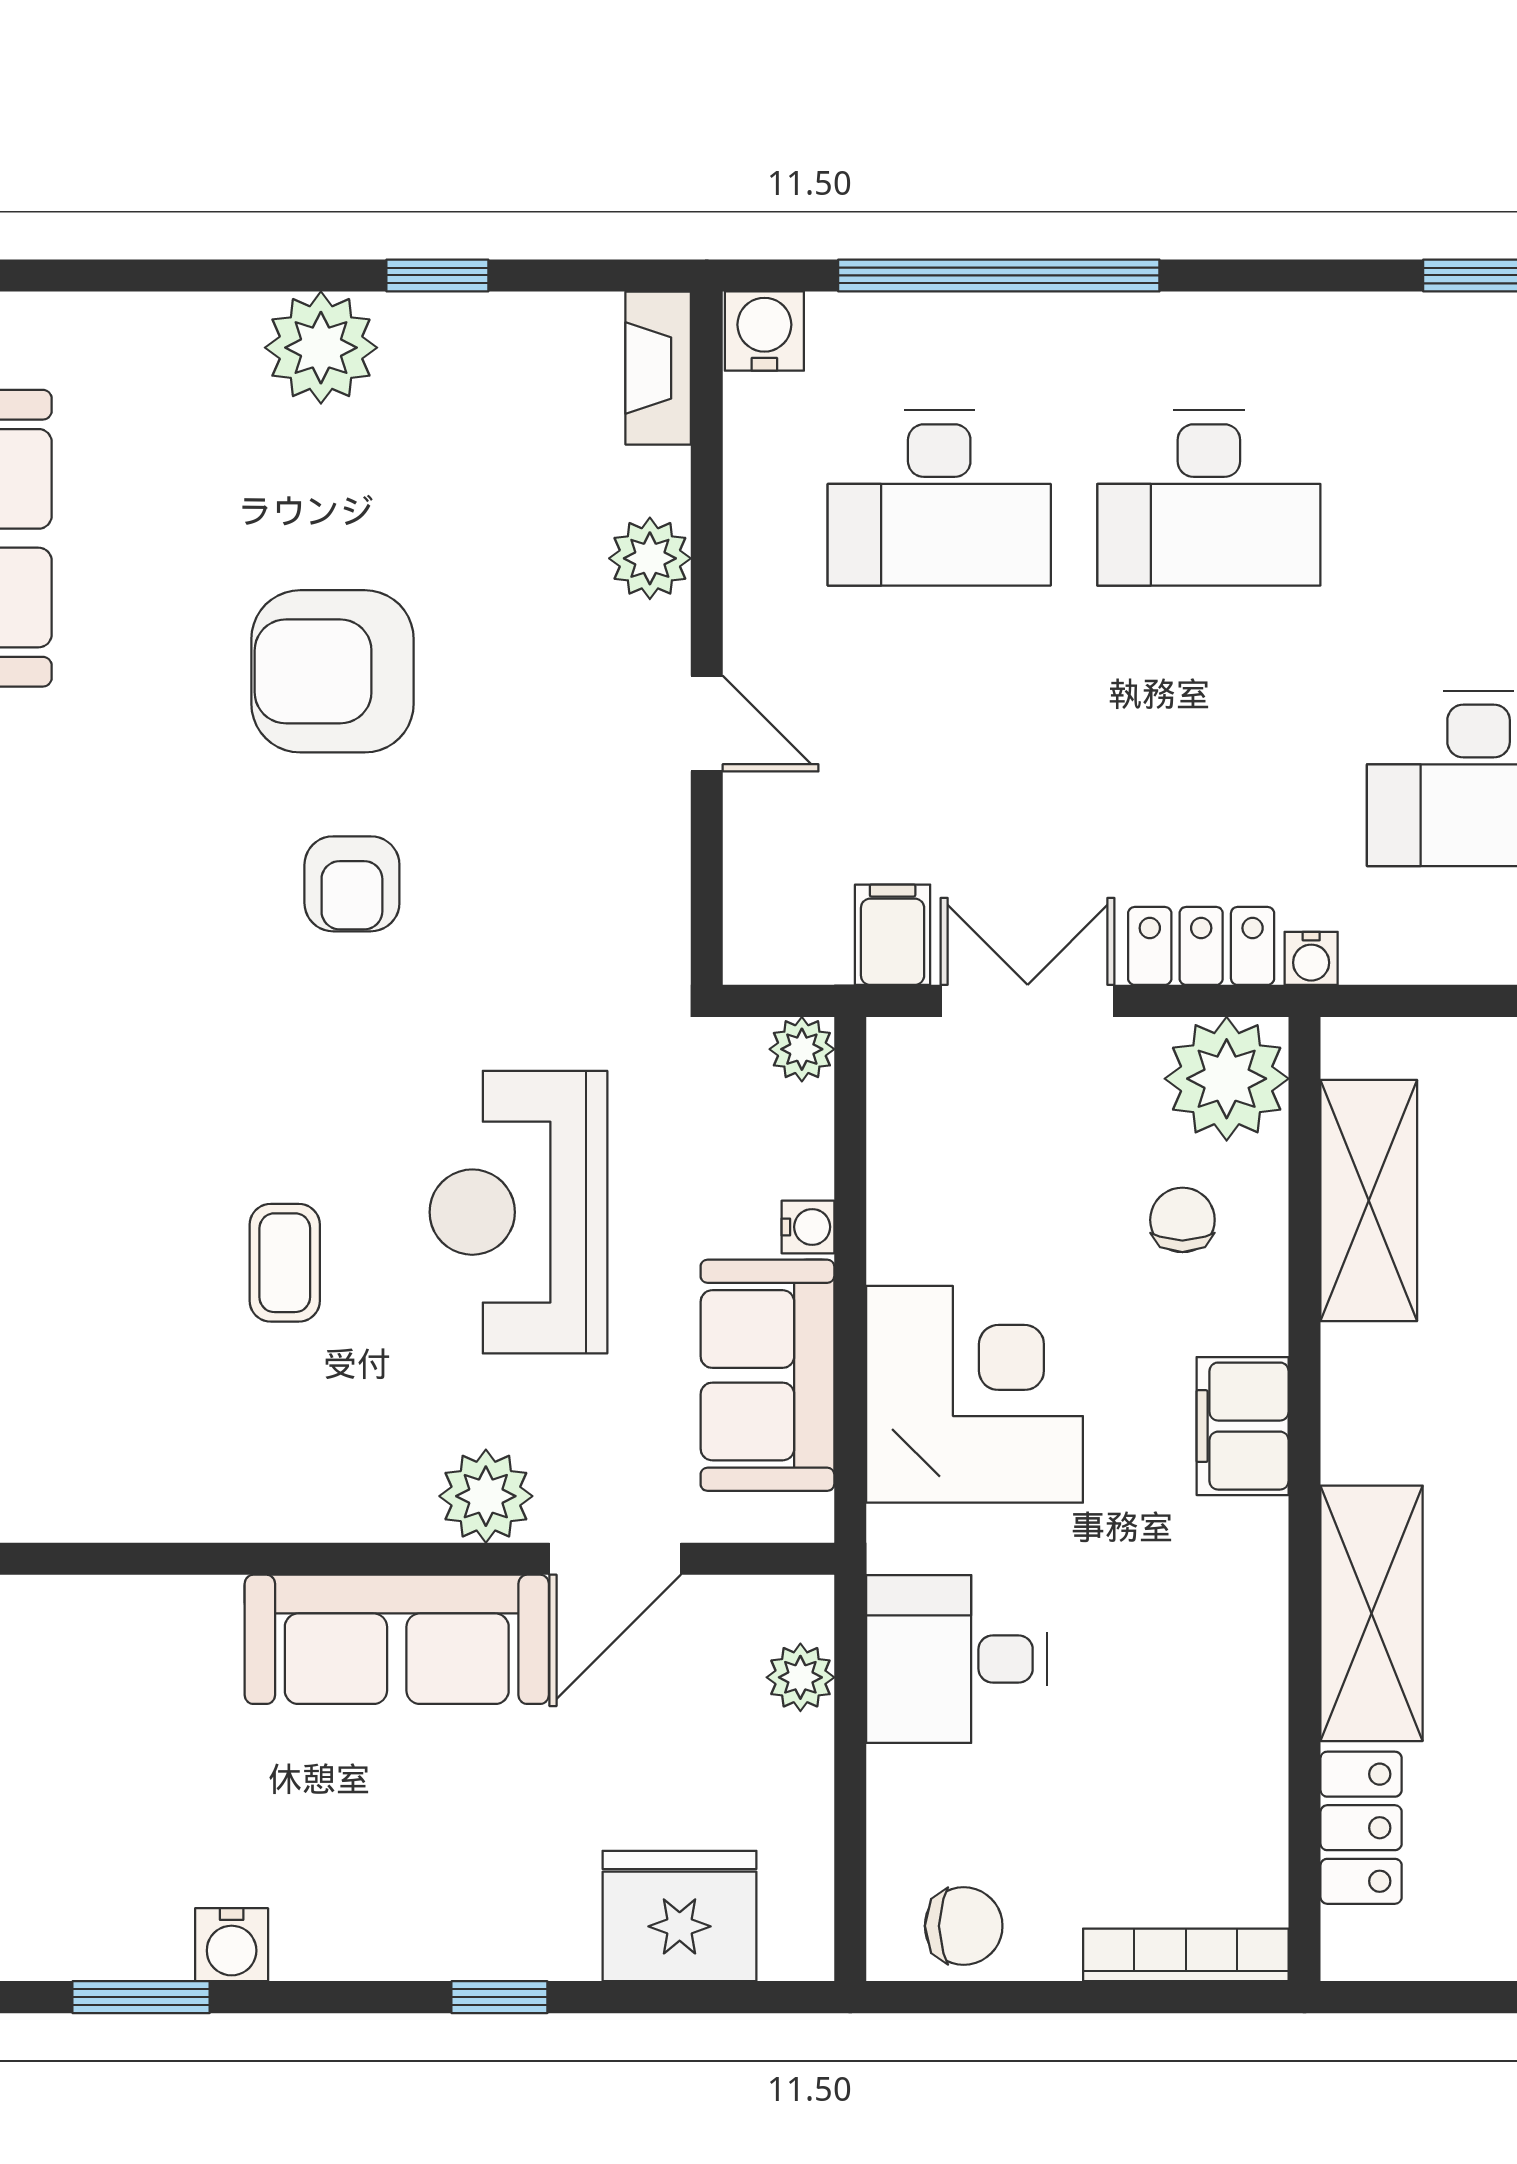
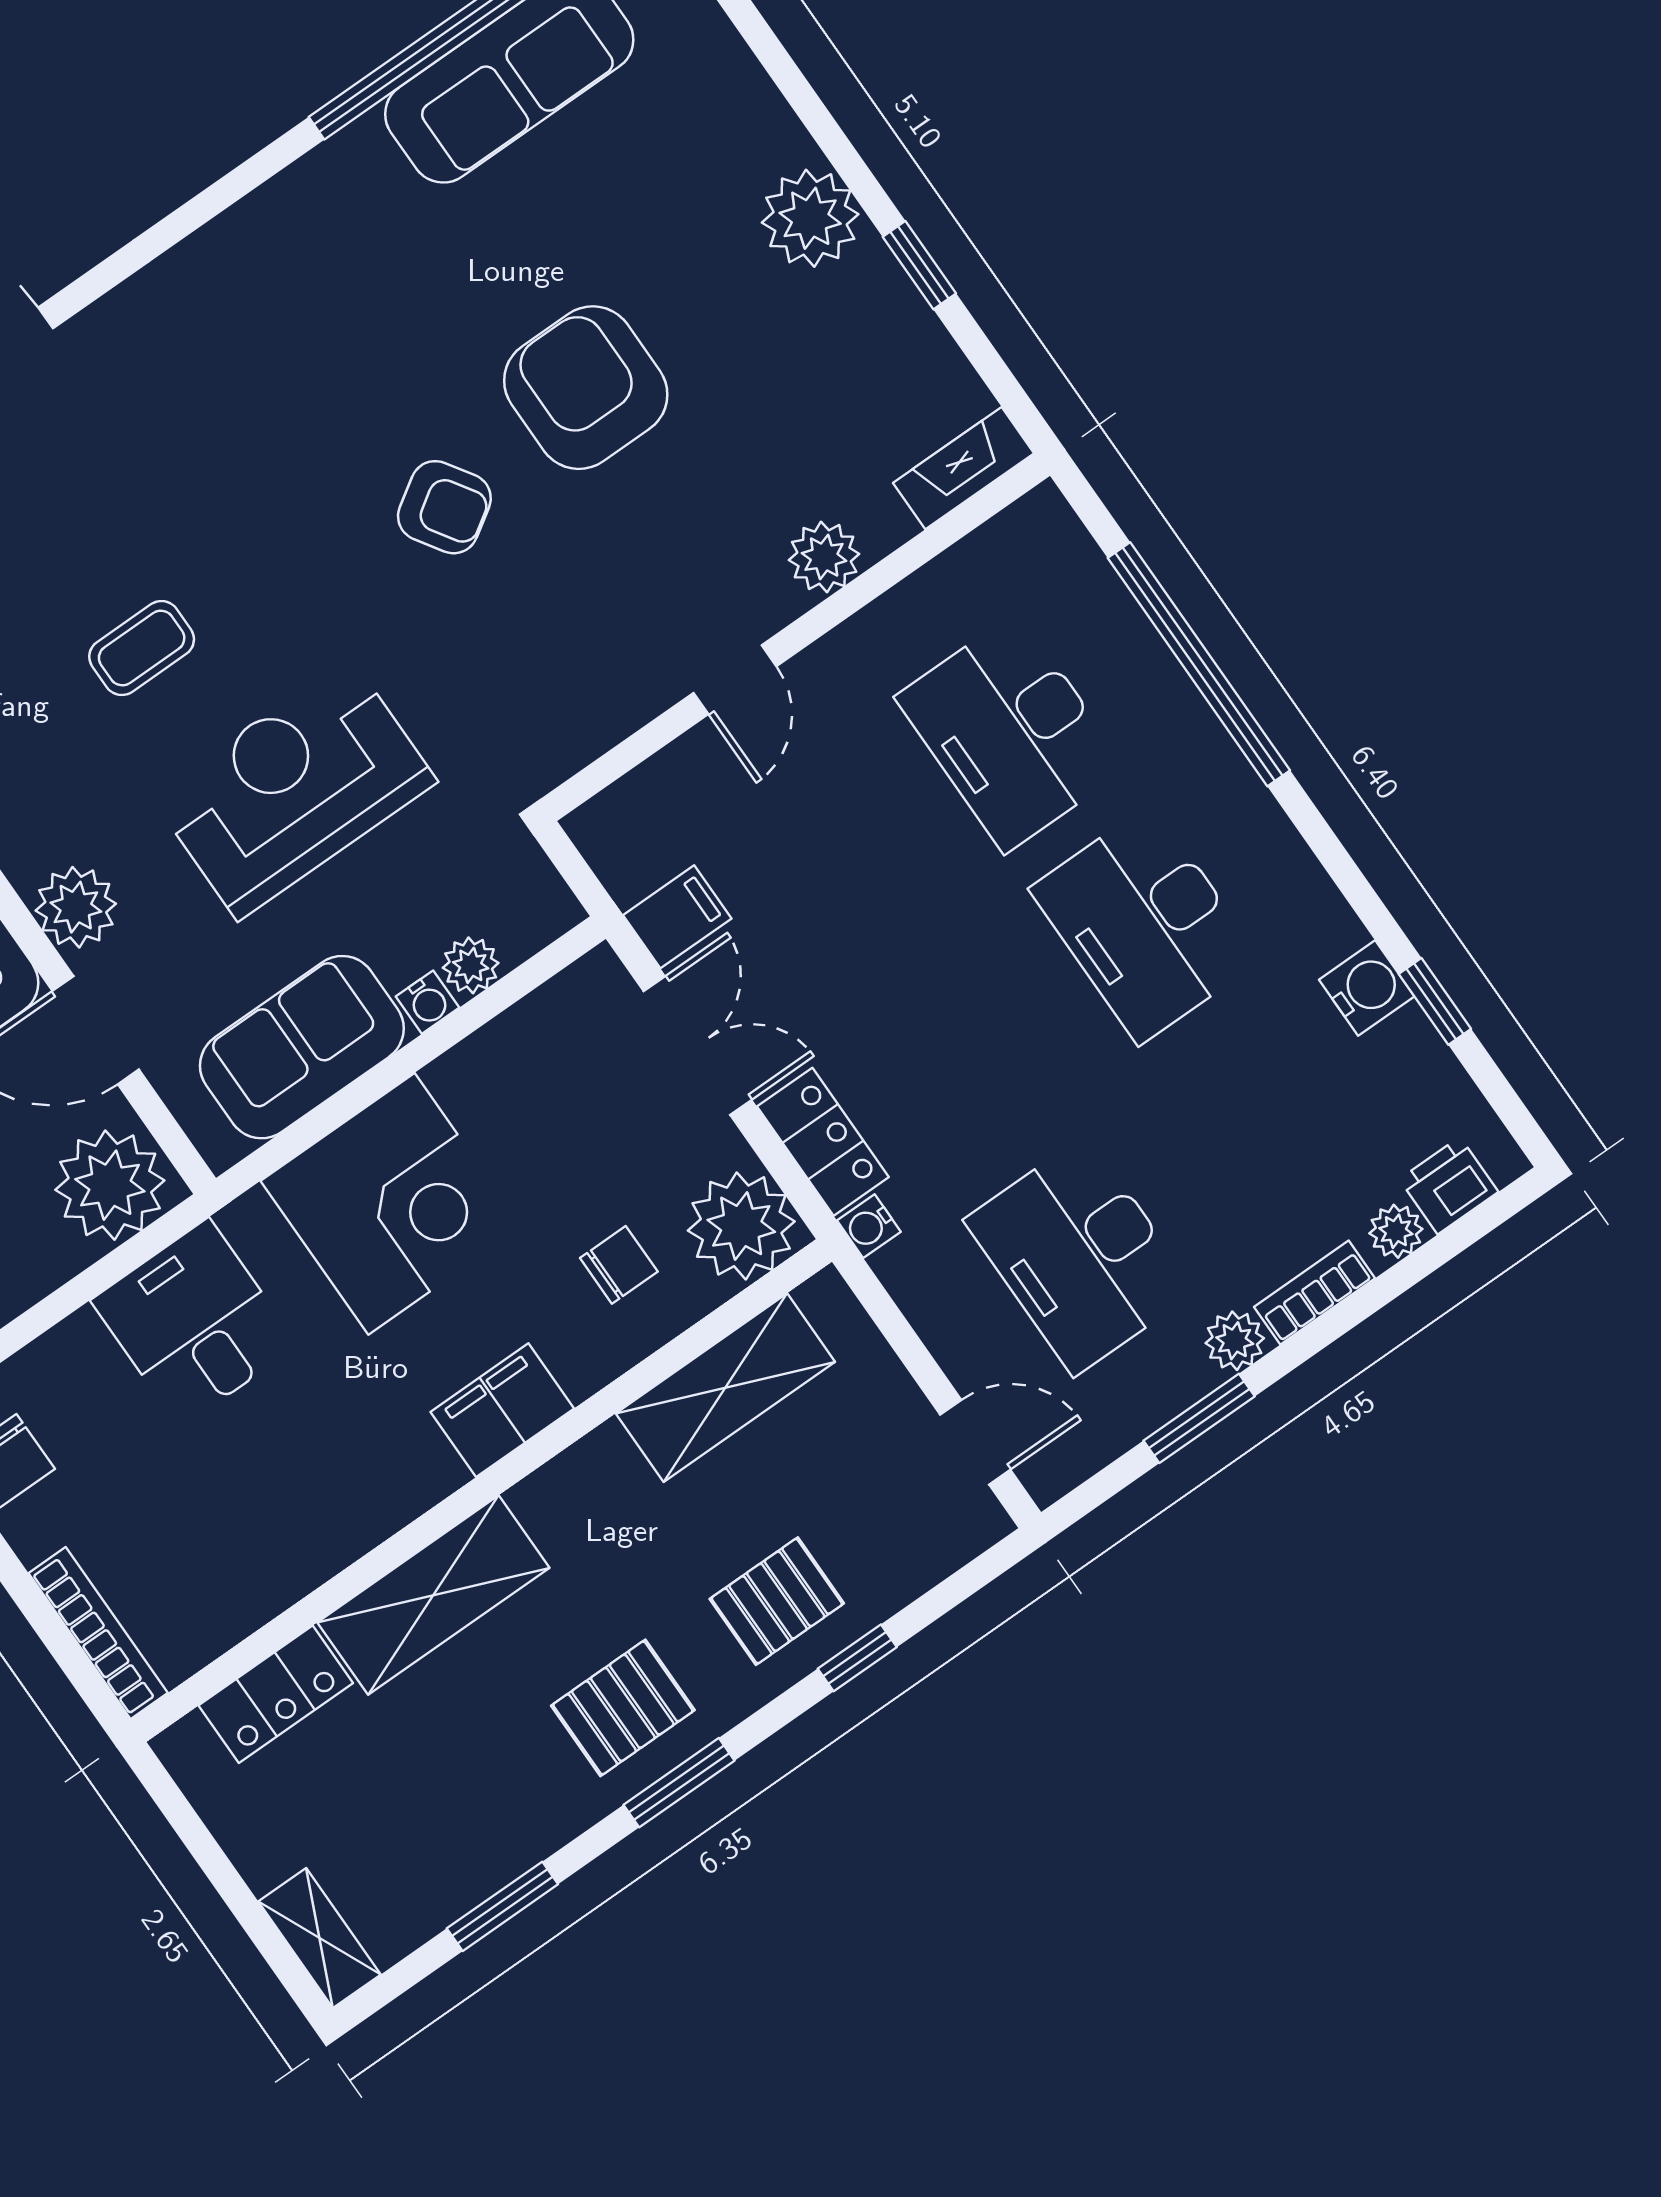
water cooler: (764, 331) -> (1367, 988), moved
armchair: (352, 884) -> (444, 507), turned -123
plant: (802, 1049) -> (471, 965), moved
plant: (800, 1677) -> (110, 1185), width x1.88, depth x1.88

